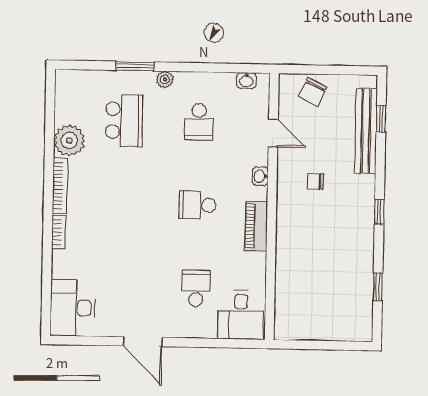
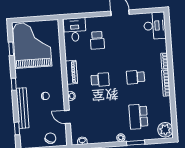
school desk: (199, 122) -> (136, 77), moved, turned -90
bench: (366, 131) -> (23, 108), moved
plant: (69, 141) -> (165, 130), moved
grand piano: (333, 291) -> (32, 45), added

